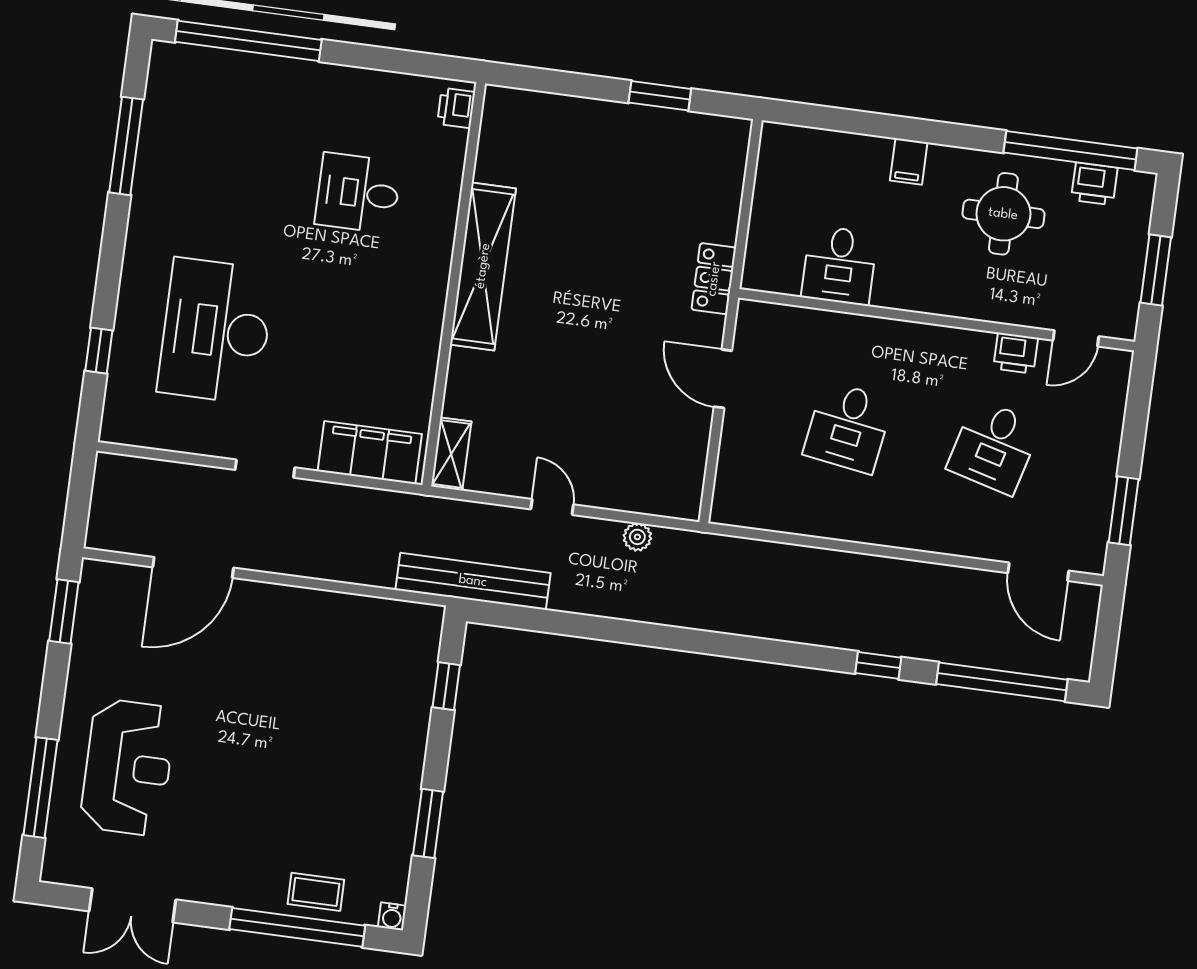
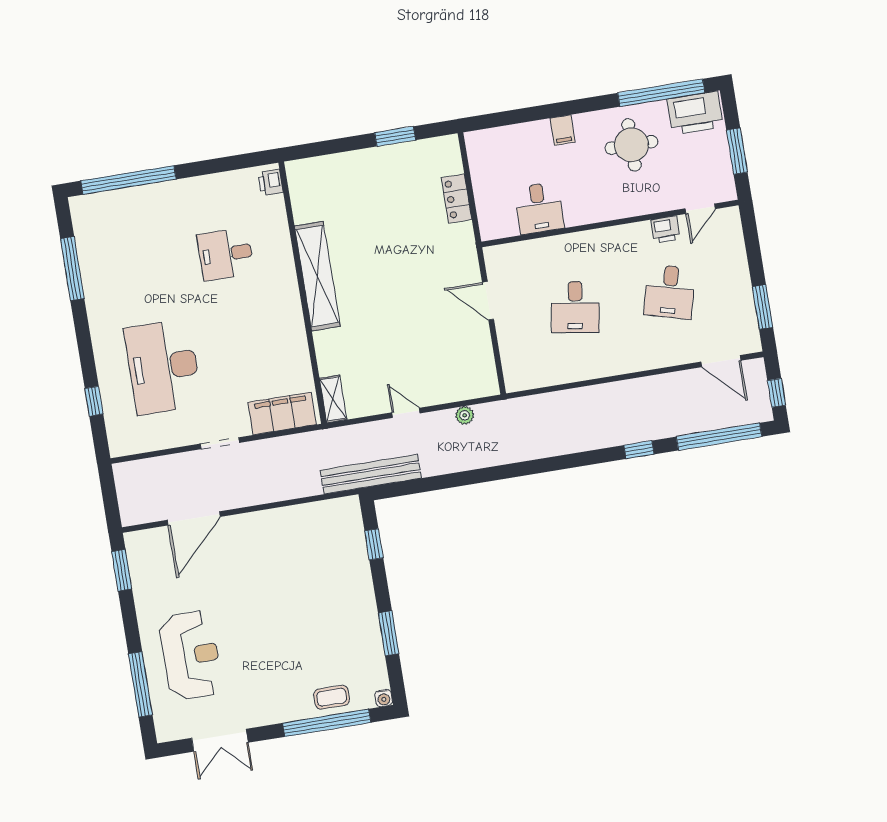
printer: (1094, 184) -> (695, 113), width x1.87, depth x1.48
locker: (714, 279) -> (457, 199), moved
window: (1106, 643) -> (777, 393), added

